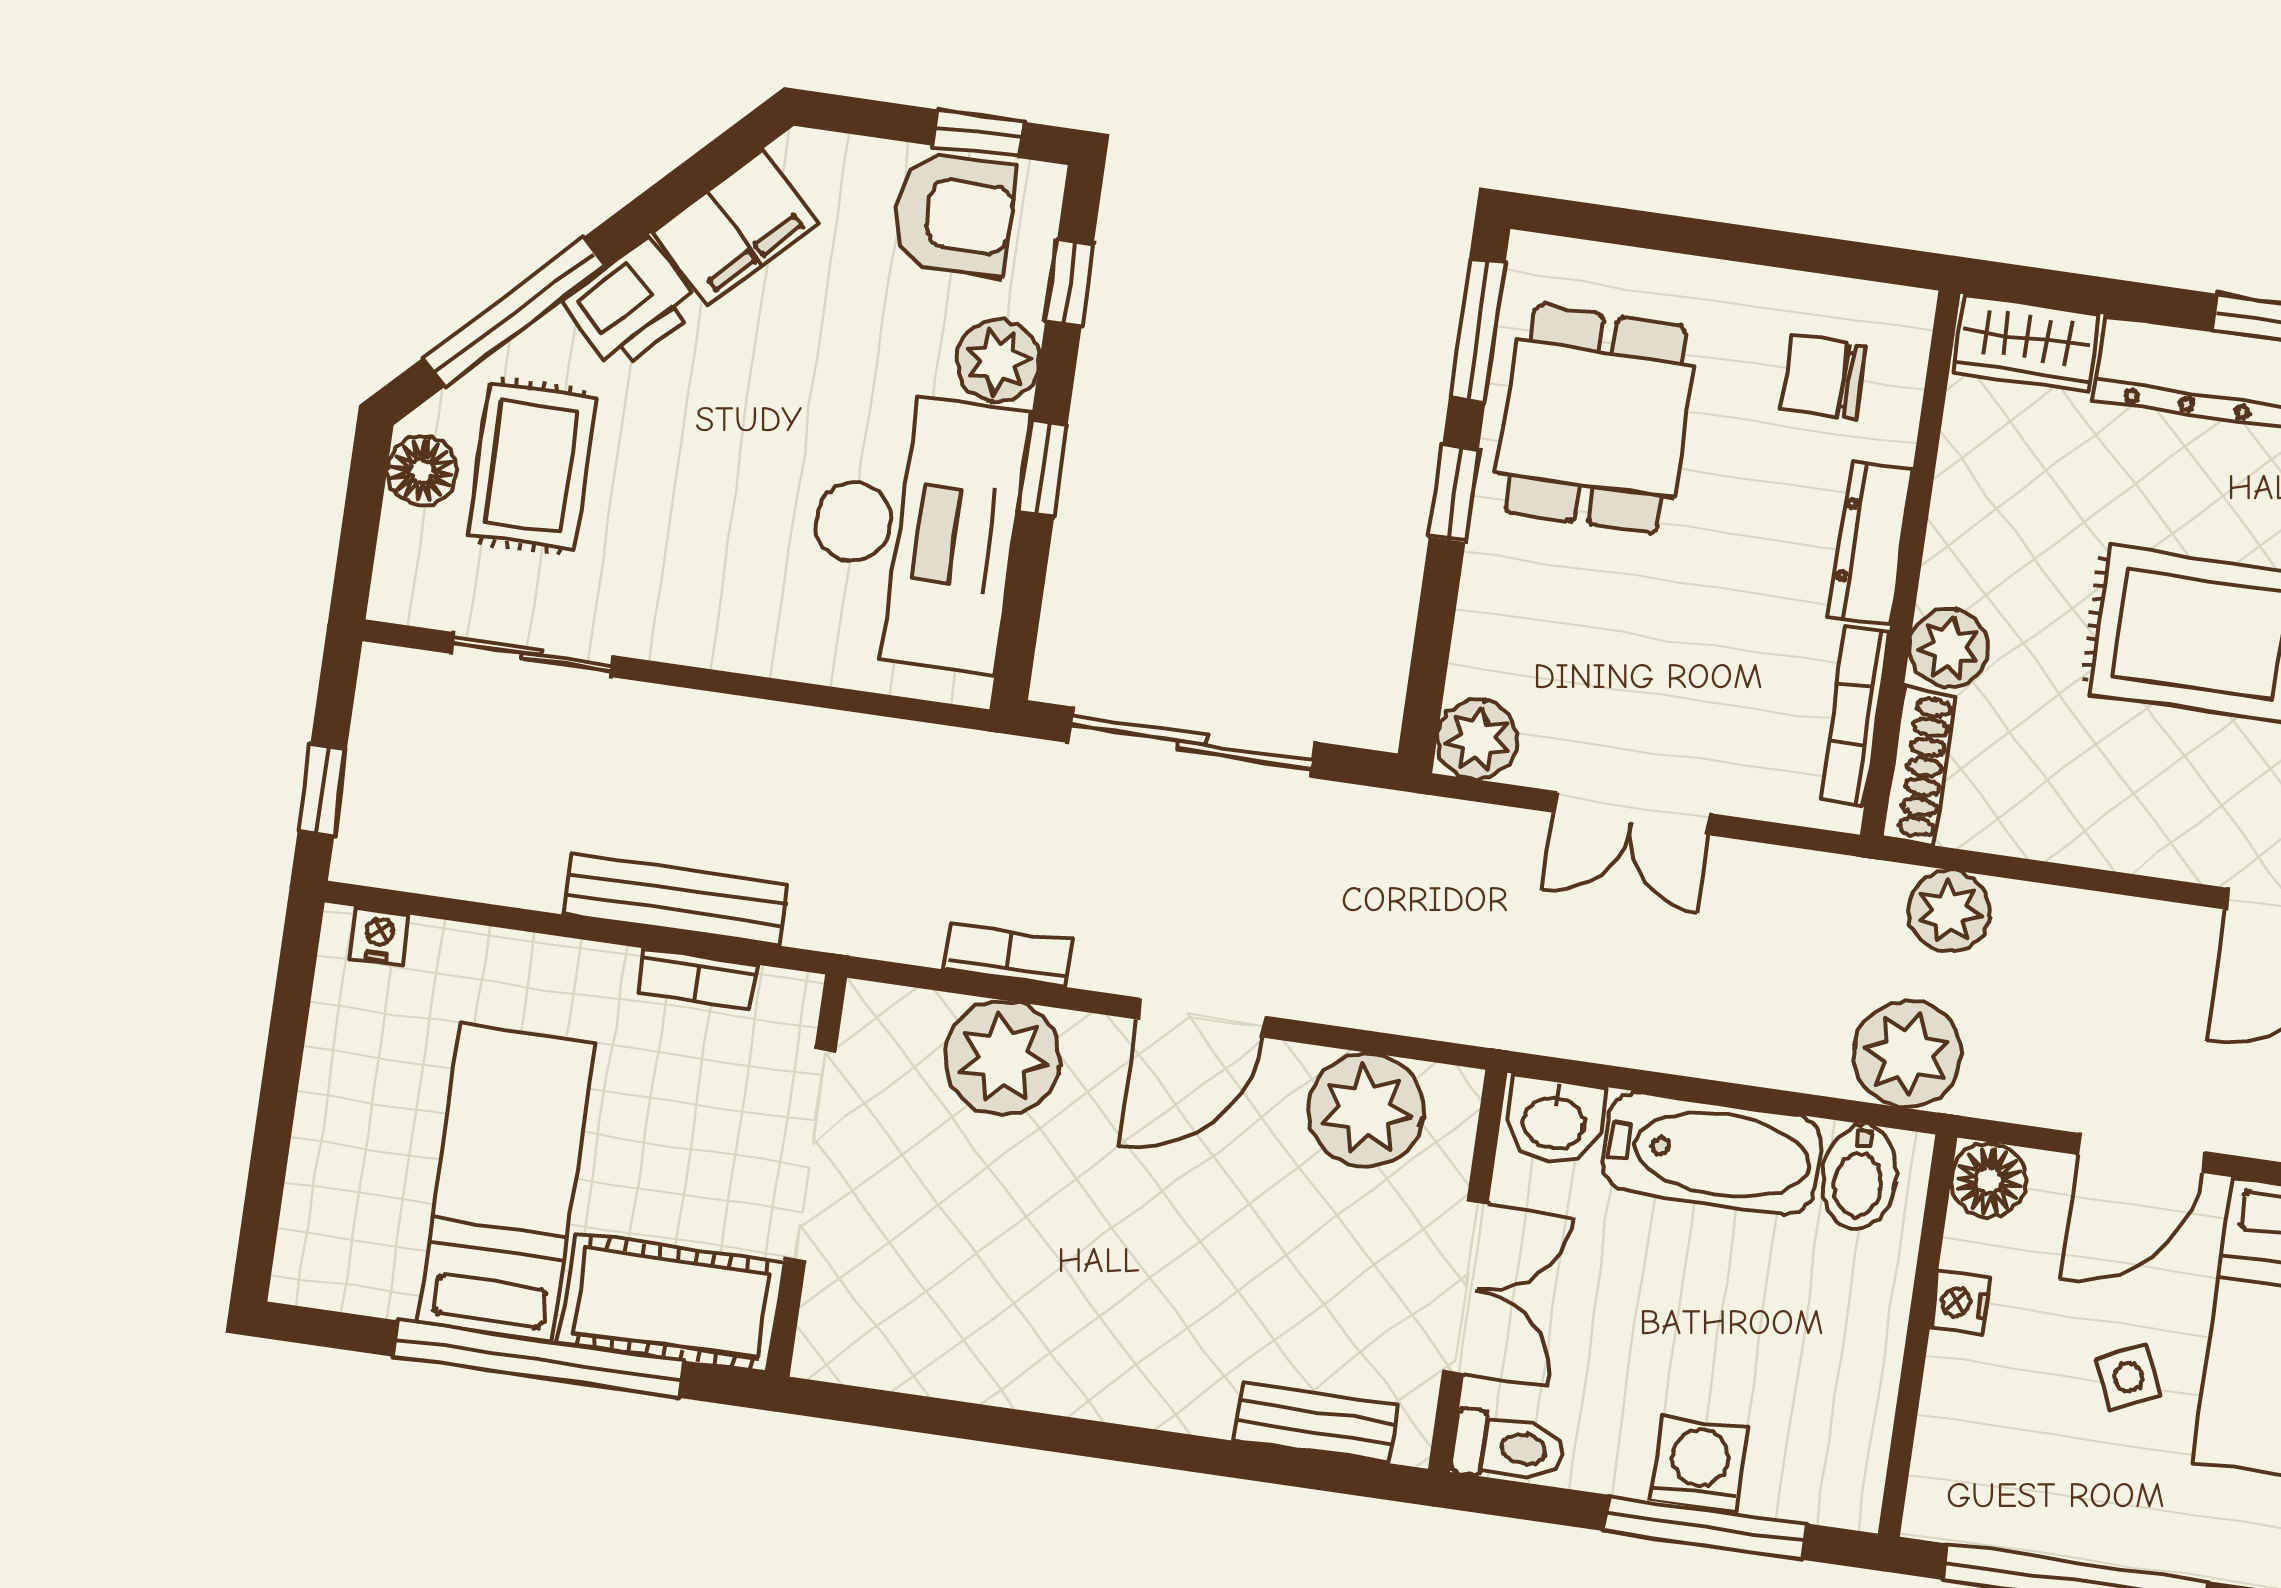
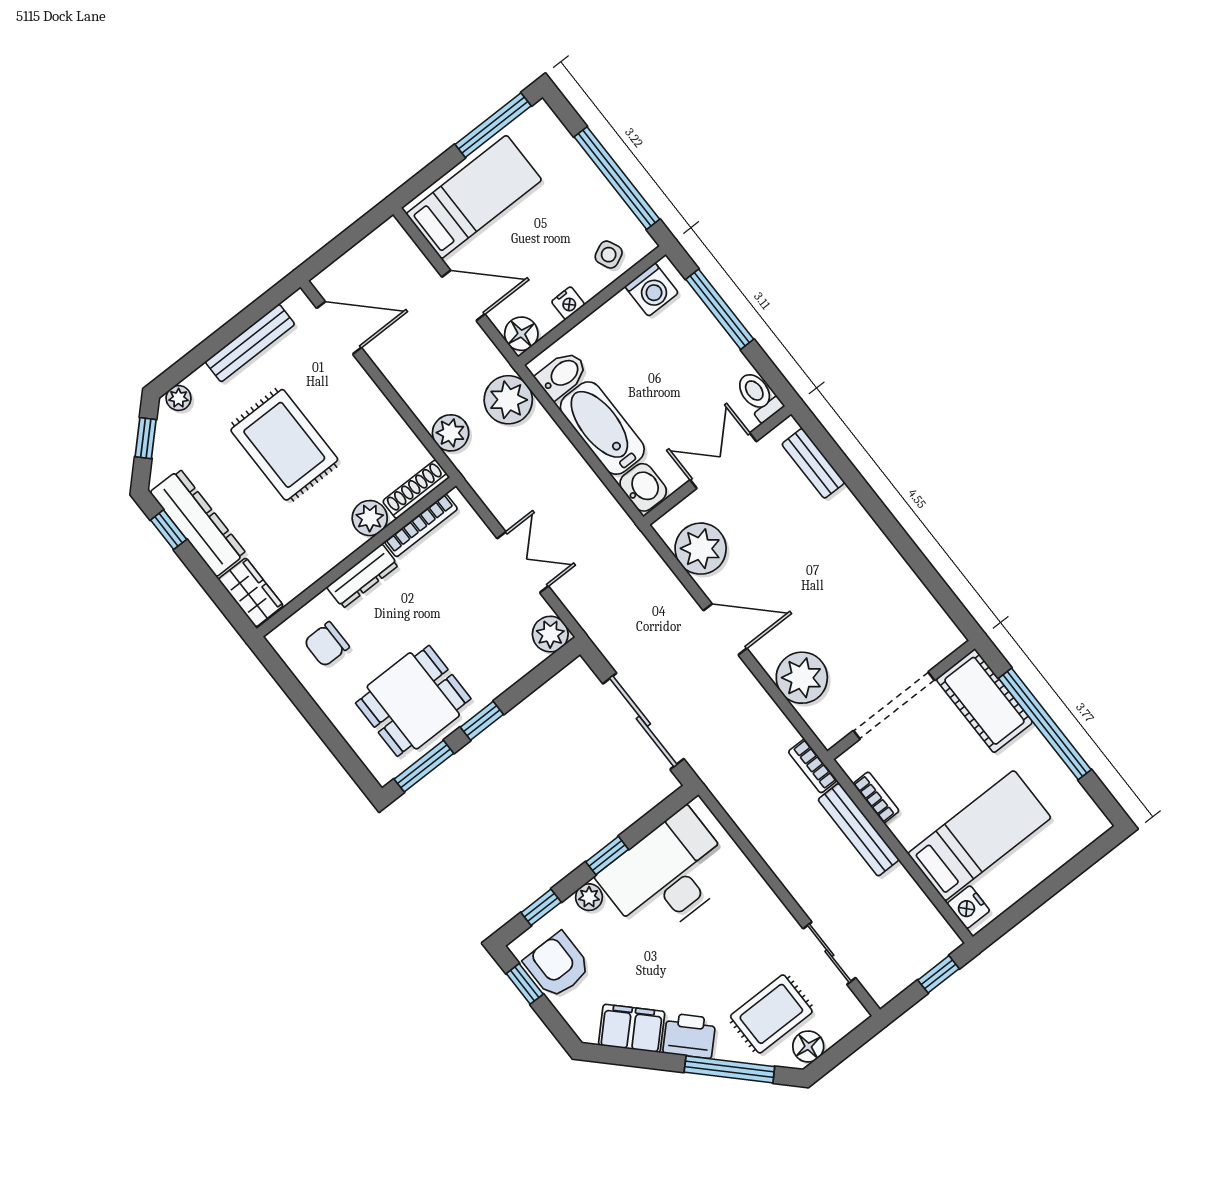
plant: (998, 361) -> (589, 897), width x0.73, depth x0.73
chair: (1823, 377) -> (327, 644), turned 90
nightstand: (379, 935) -> (968, 907), width x1.39, depth x1.35
bookcase: (1009, 955) -> (813, 766), moved
bed: (507, 1183) -> (979, 836), moved, turned 180
side table: (2128, 1377) -> (609, 255), moved
washing machine: (1699, 1464) -> (652, 290), moved, turned -90

